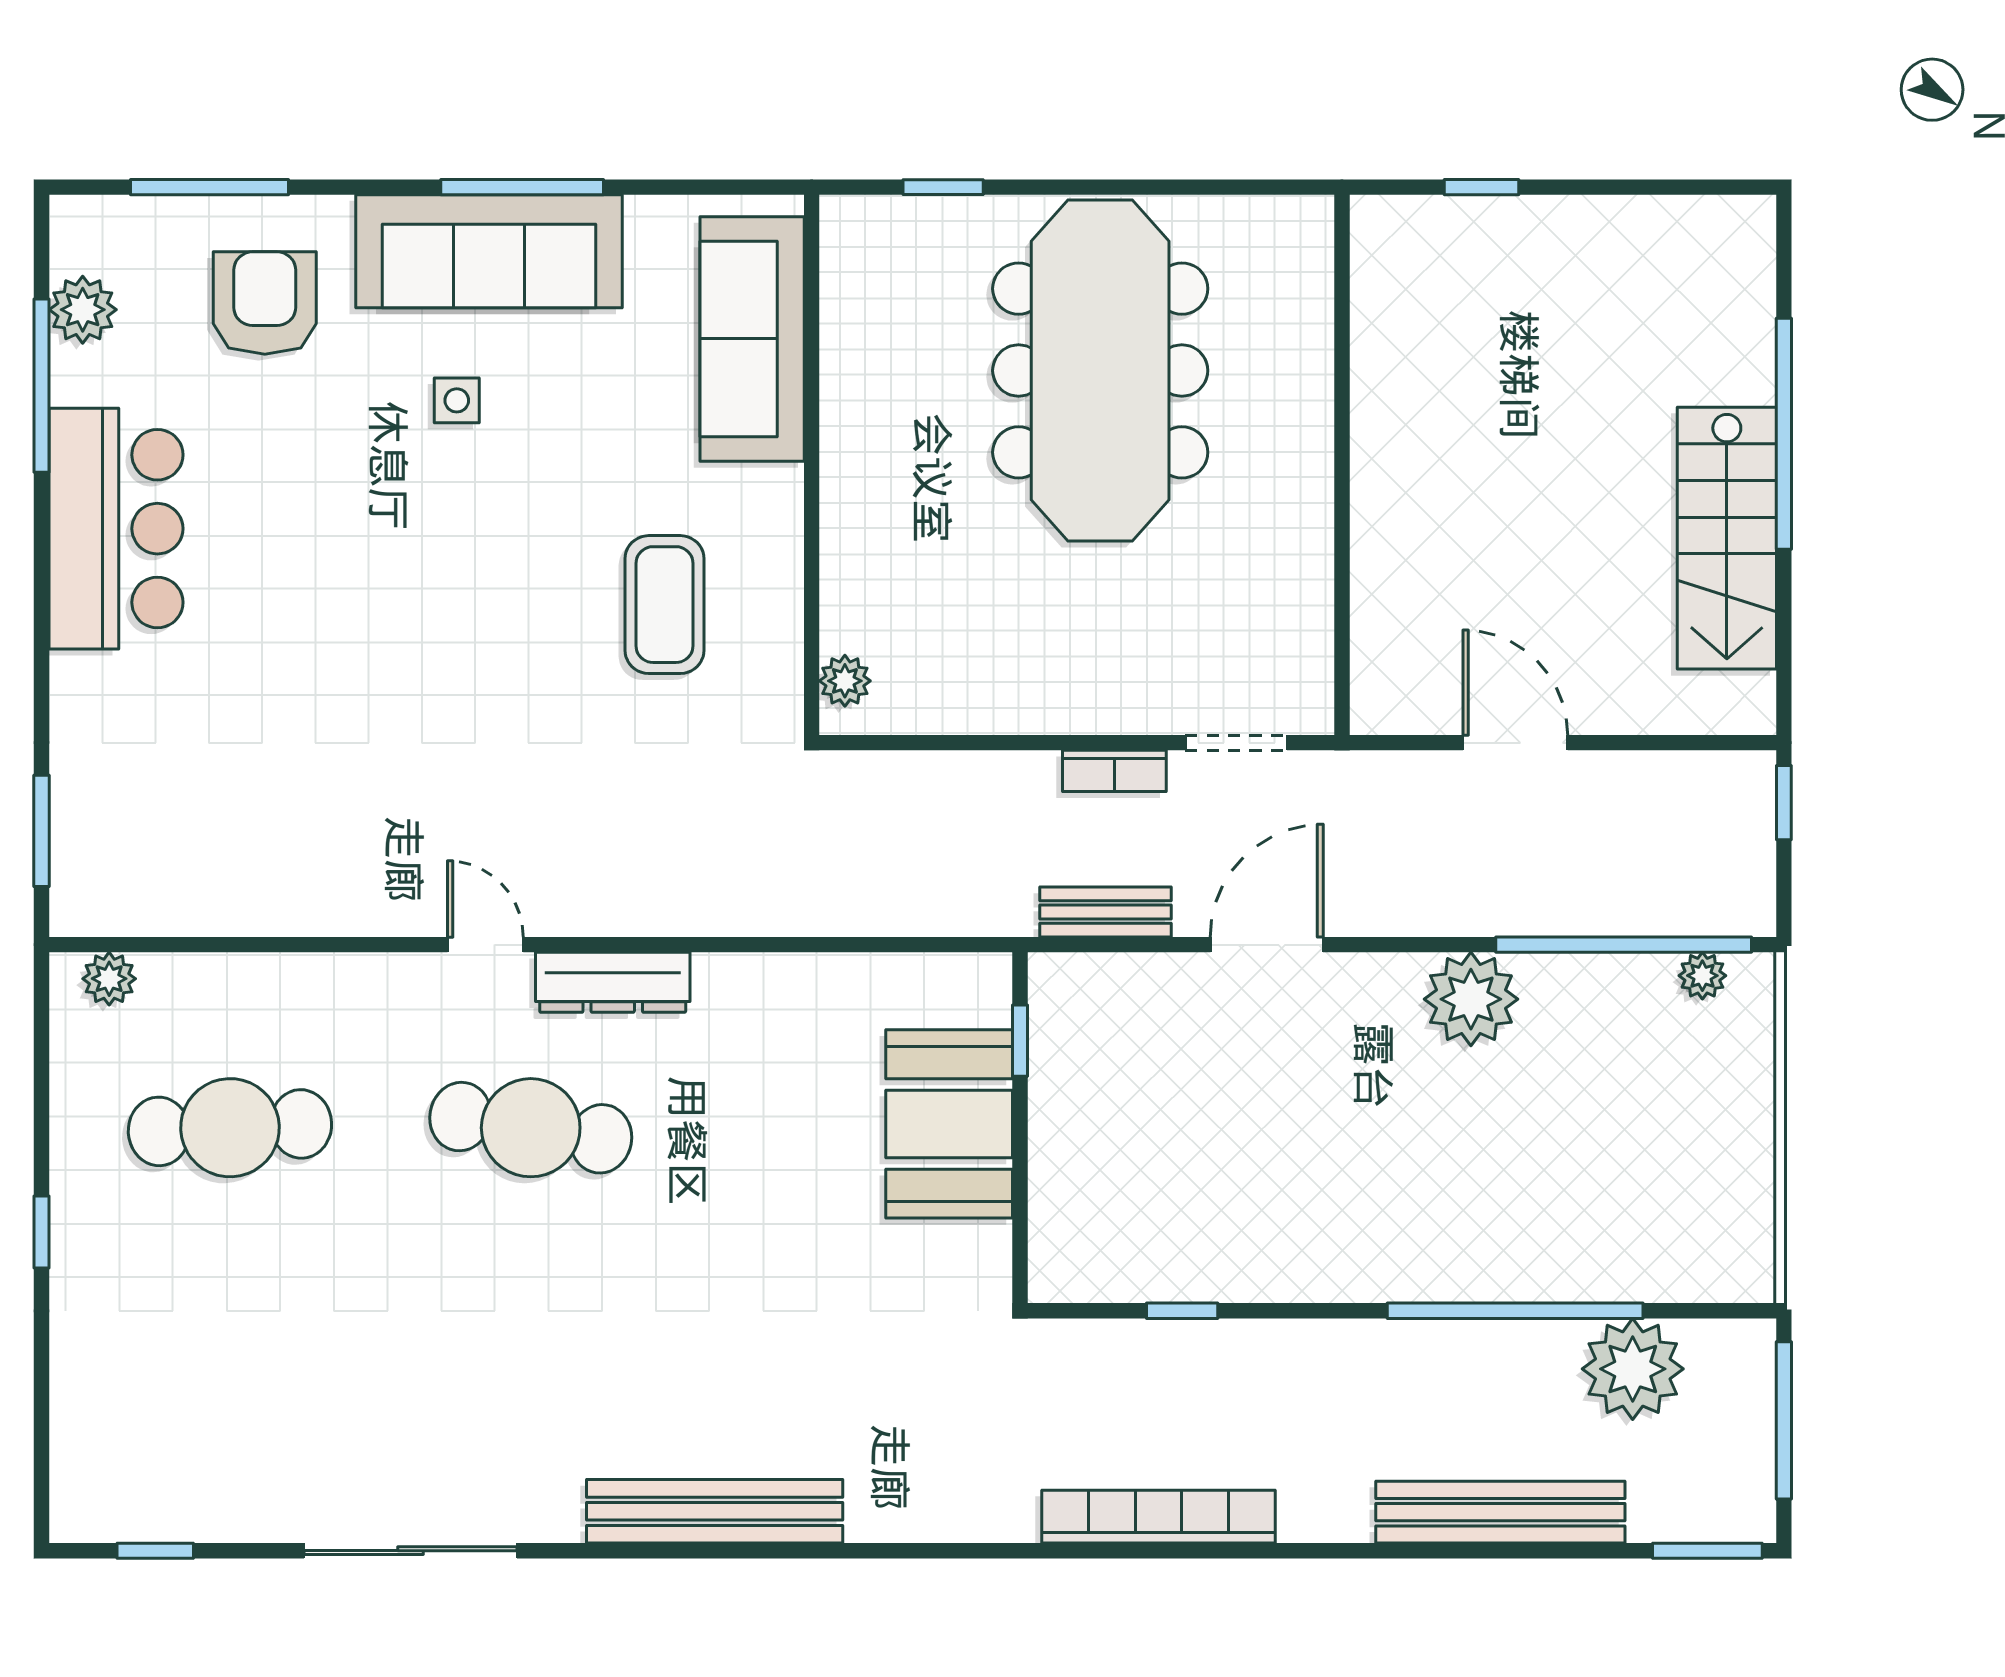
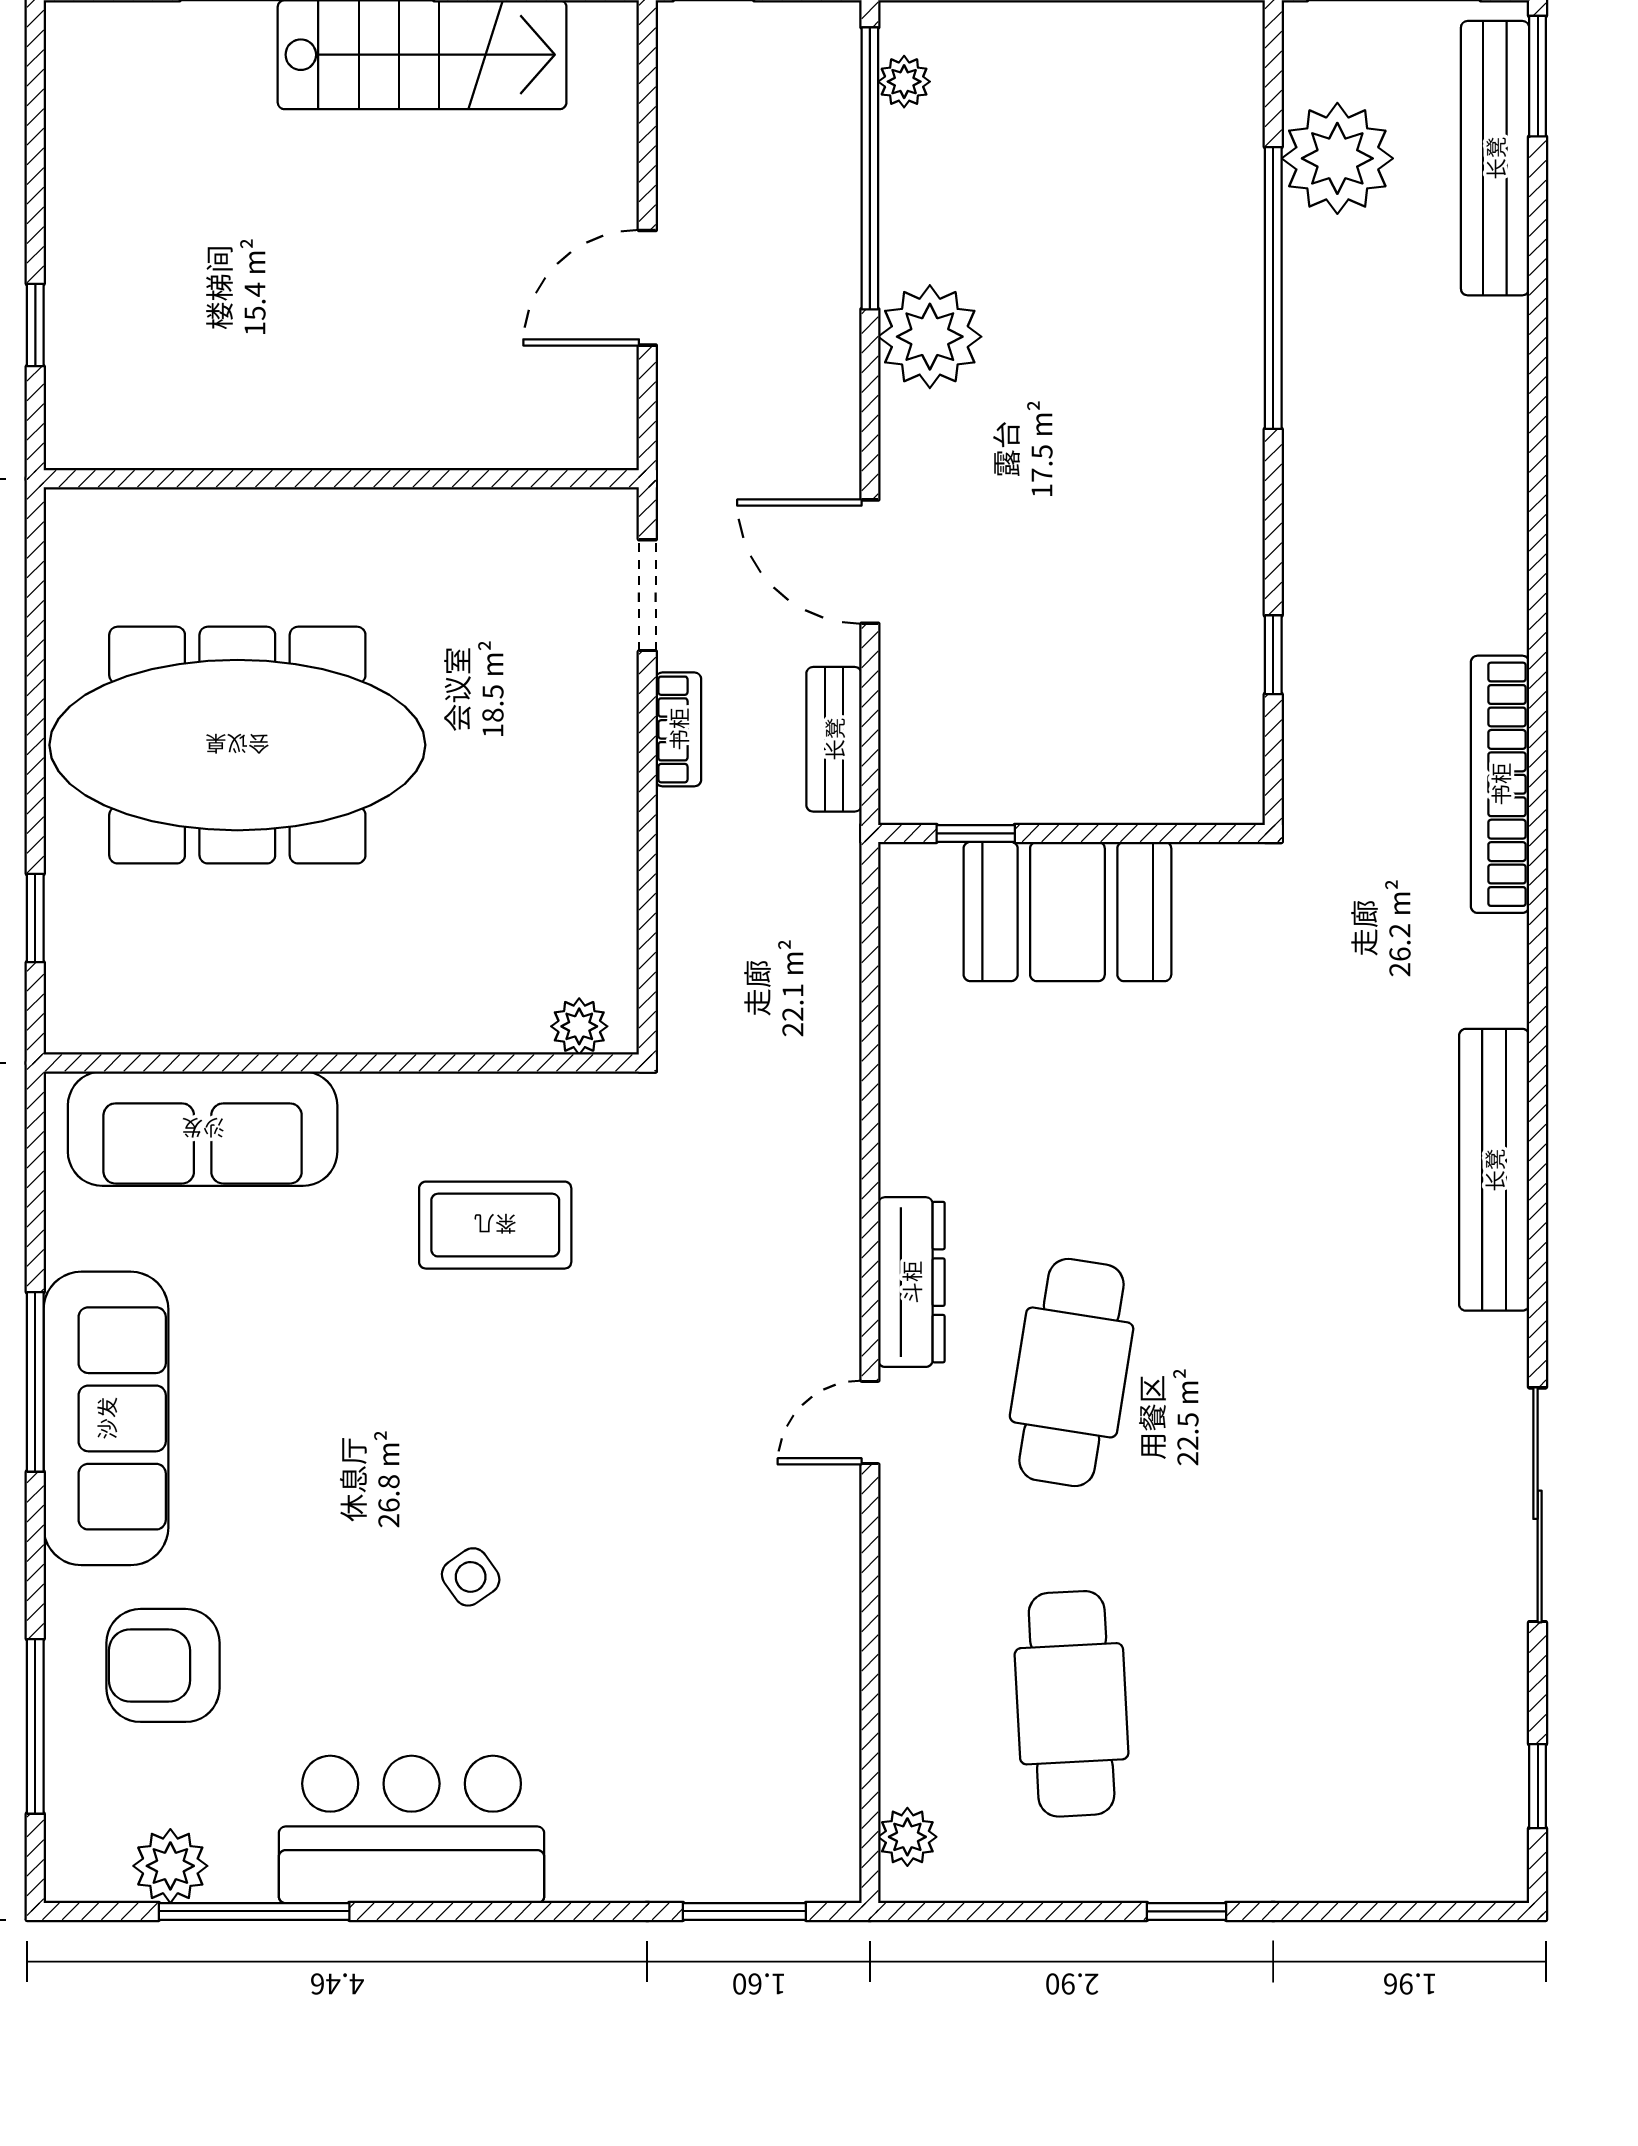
side table: (457, 400) -> (471, 1577), moved, turned -35
bench: (1500, 1512) -> (1495, 158), moved
bookcase: (1158, 1517) -> (1500, 784), moved

